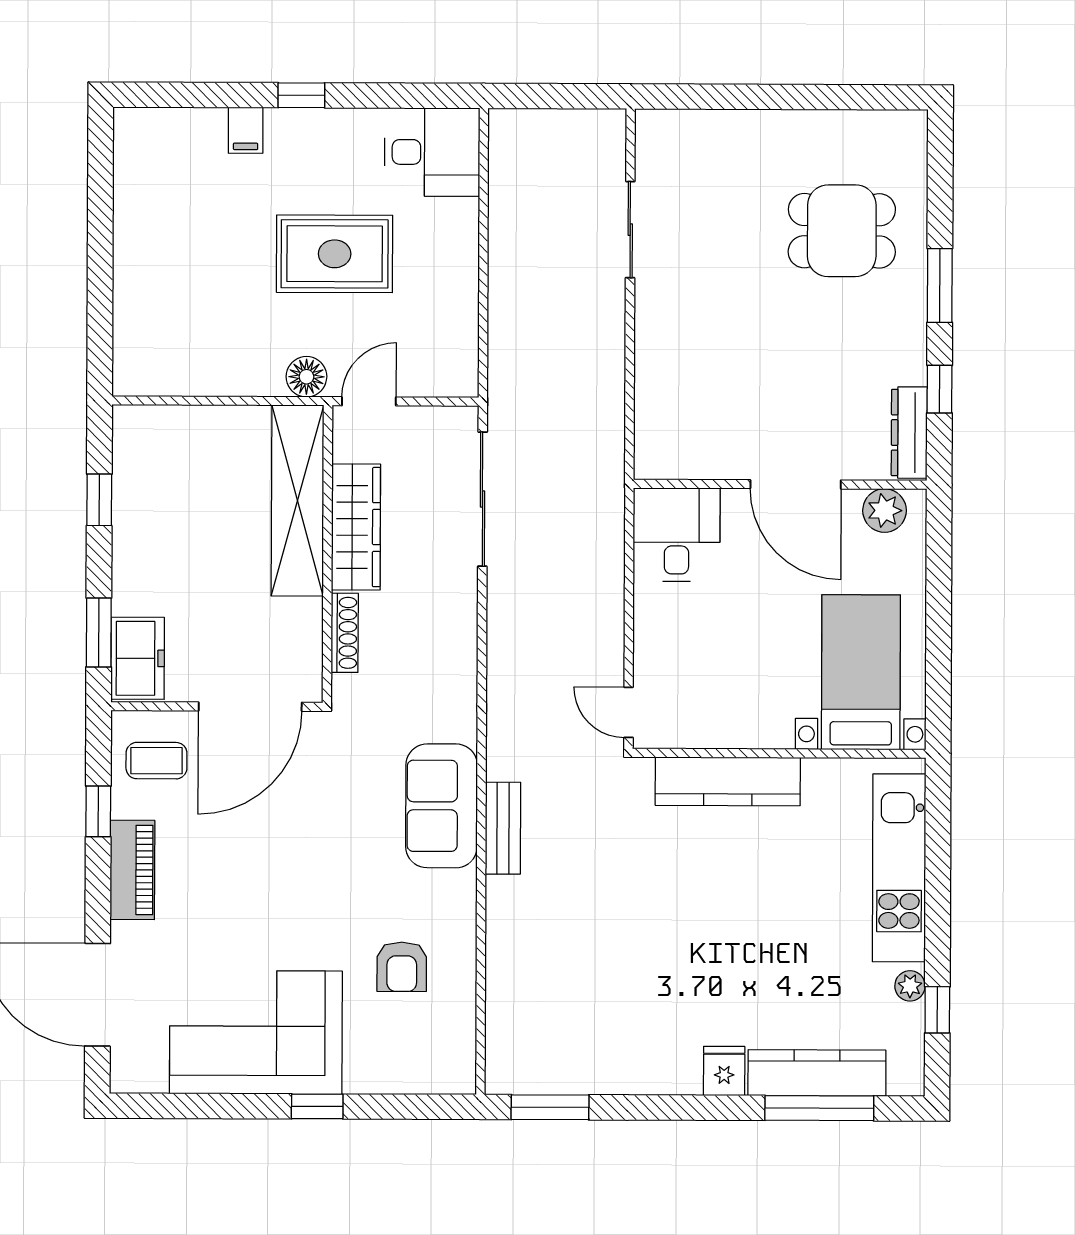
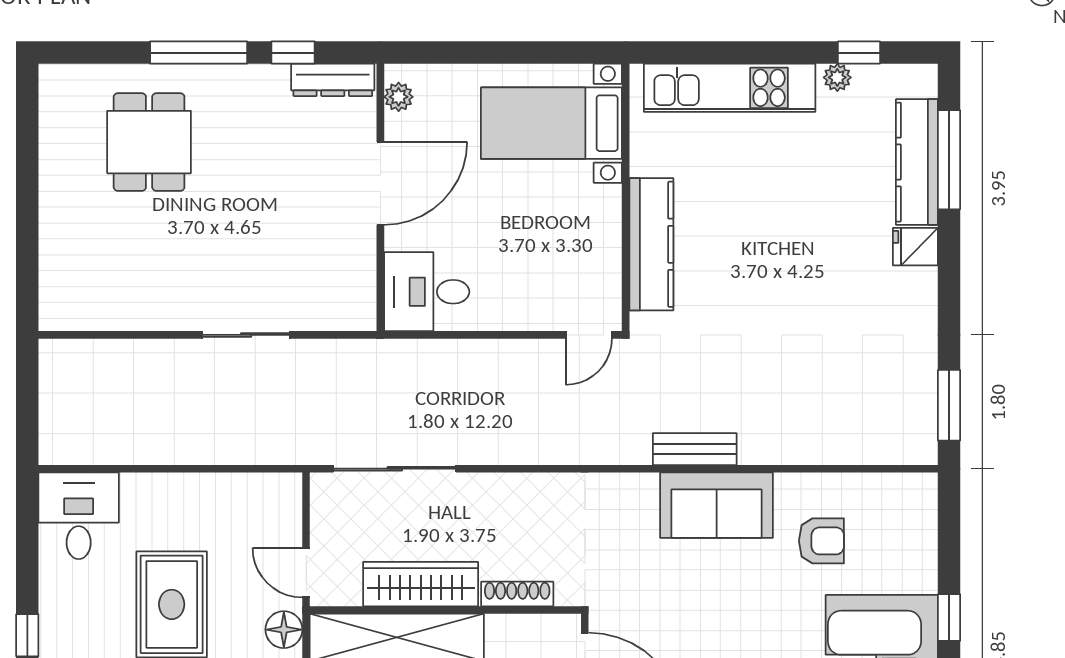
sliding door: (630, 230) -> (246, 335), moved
window: (940, 285) -> (199, 53), width x1.44
plant: (885, 511) -> (399, 97), width x0.73, depth x0.73
sofa: (442, 806) -> (717, 505), moved

